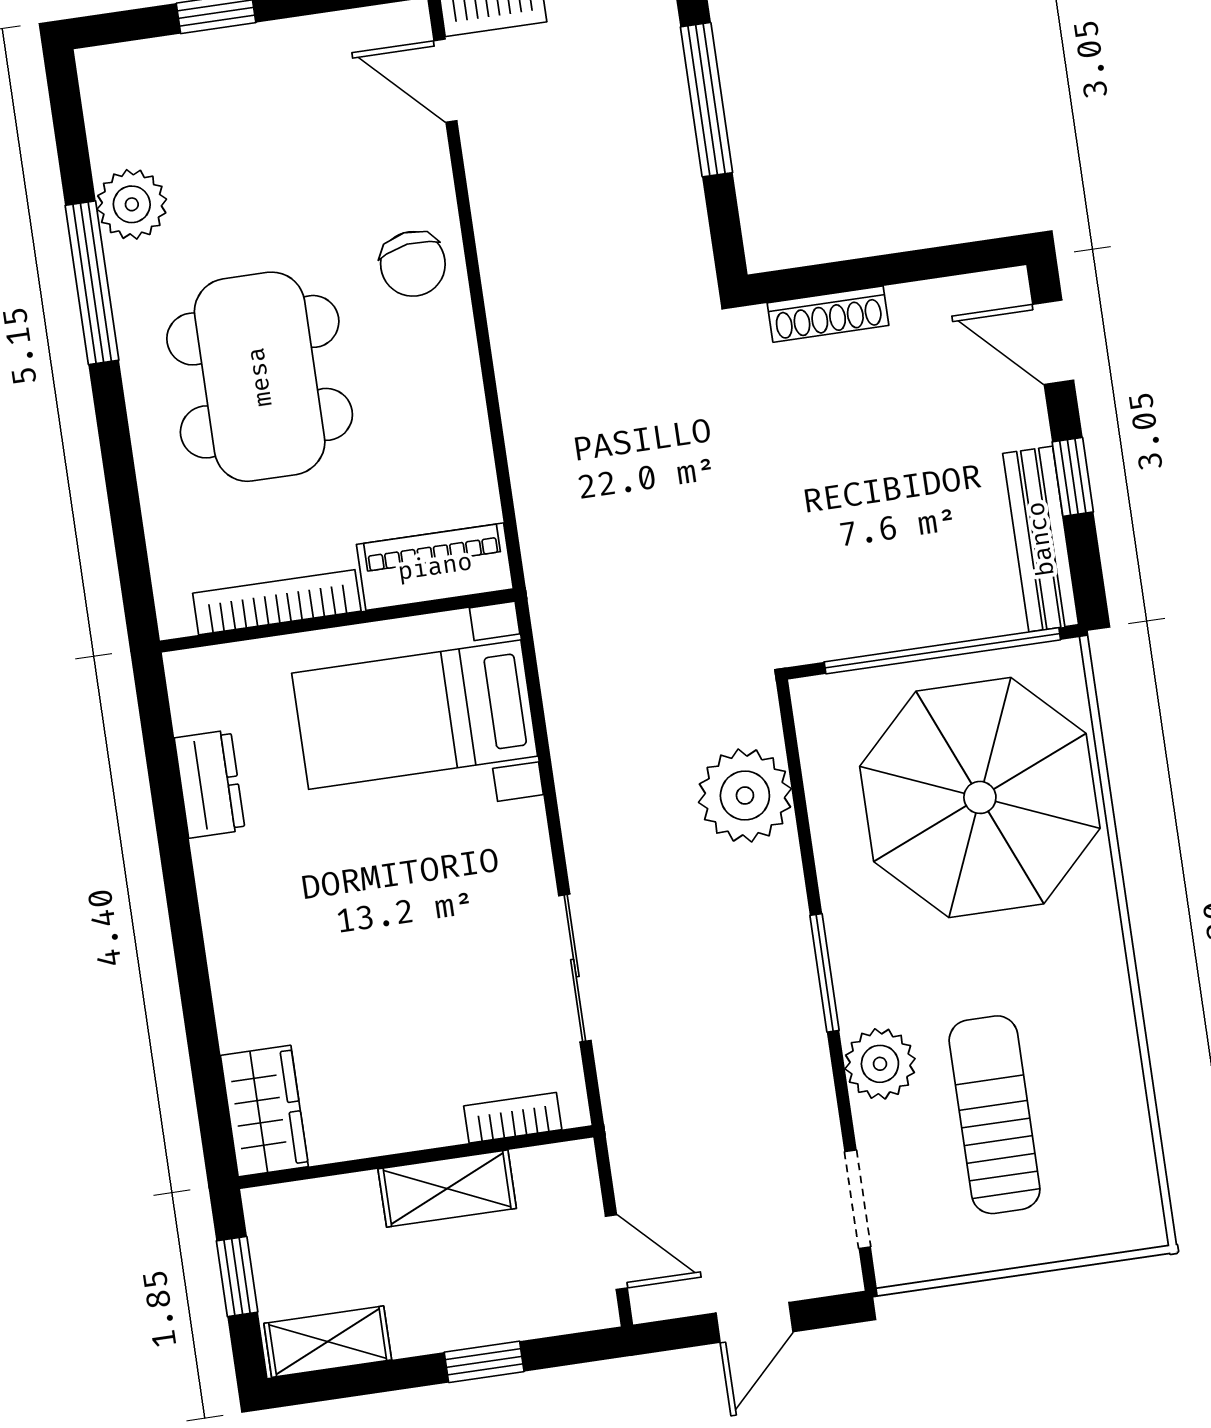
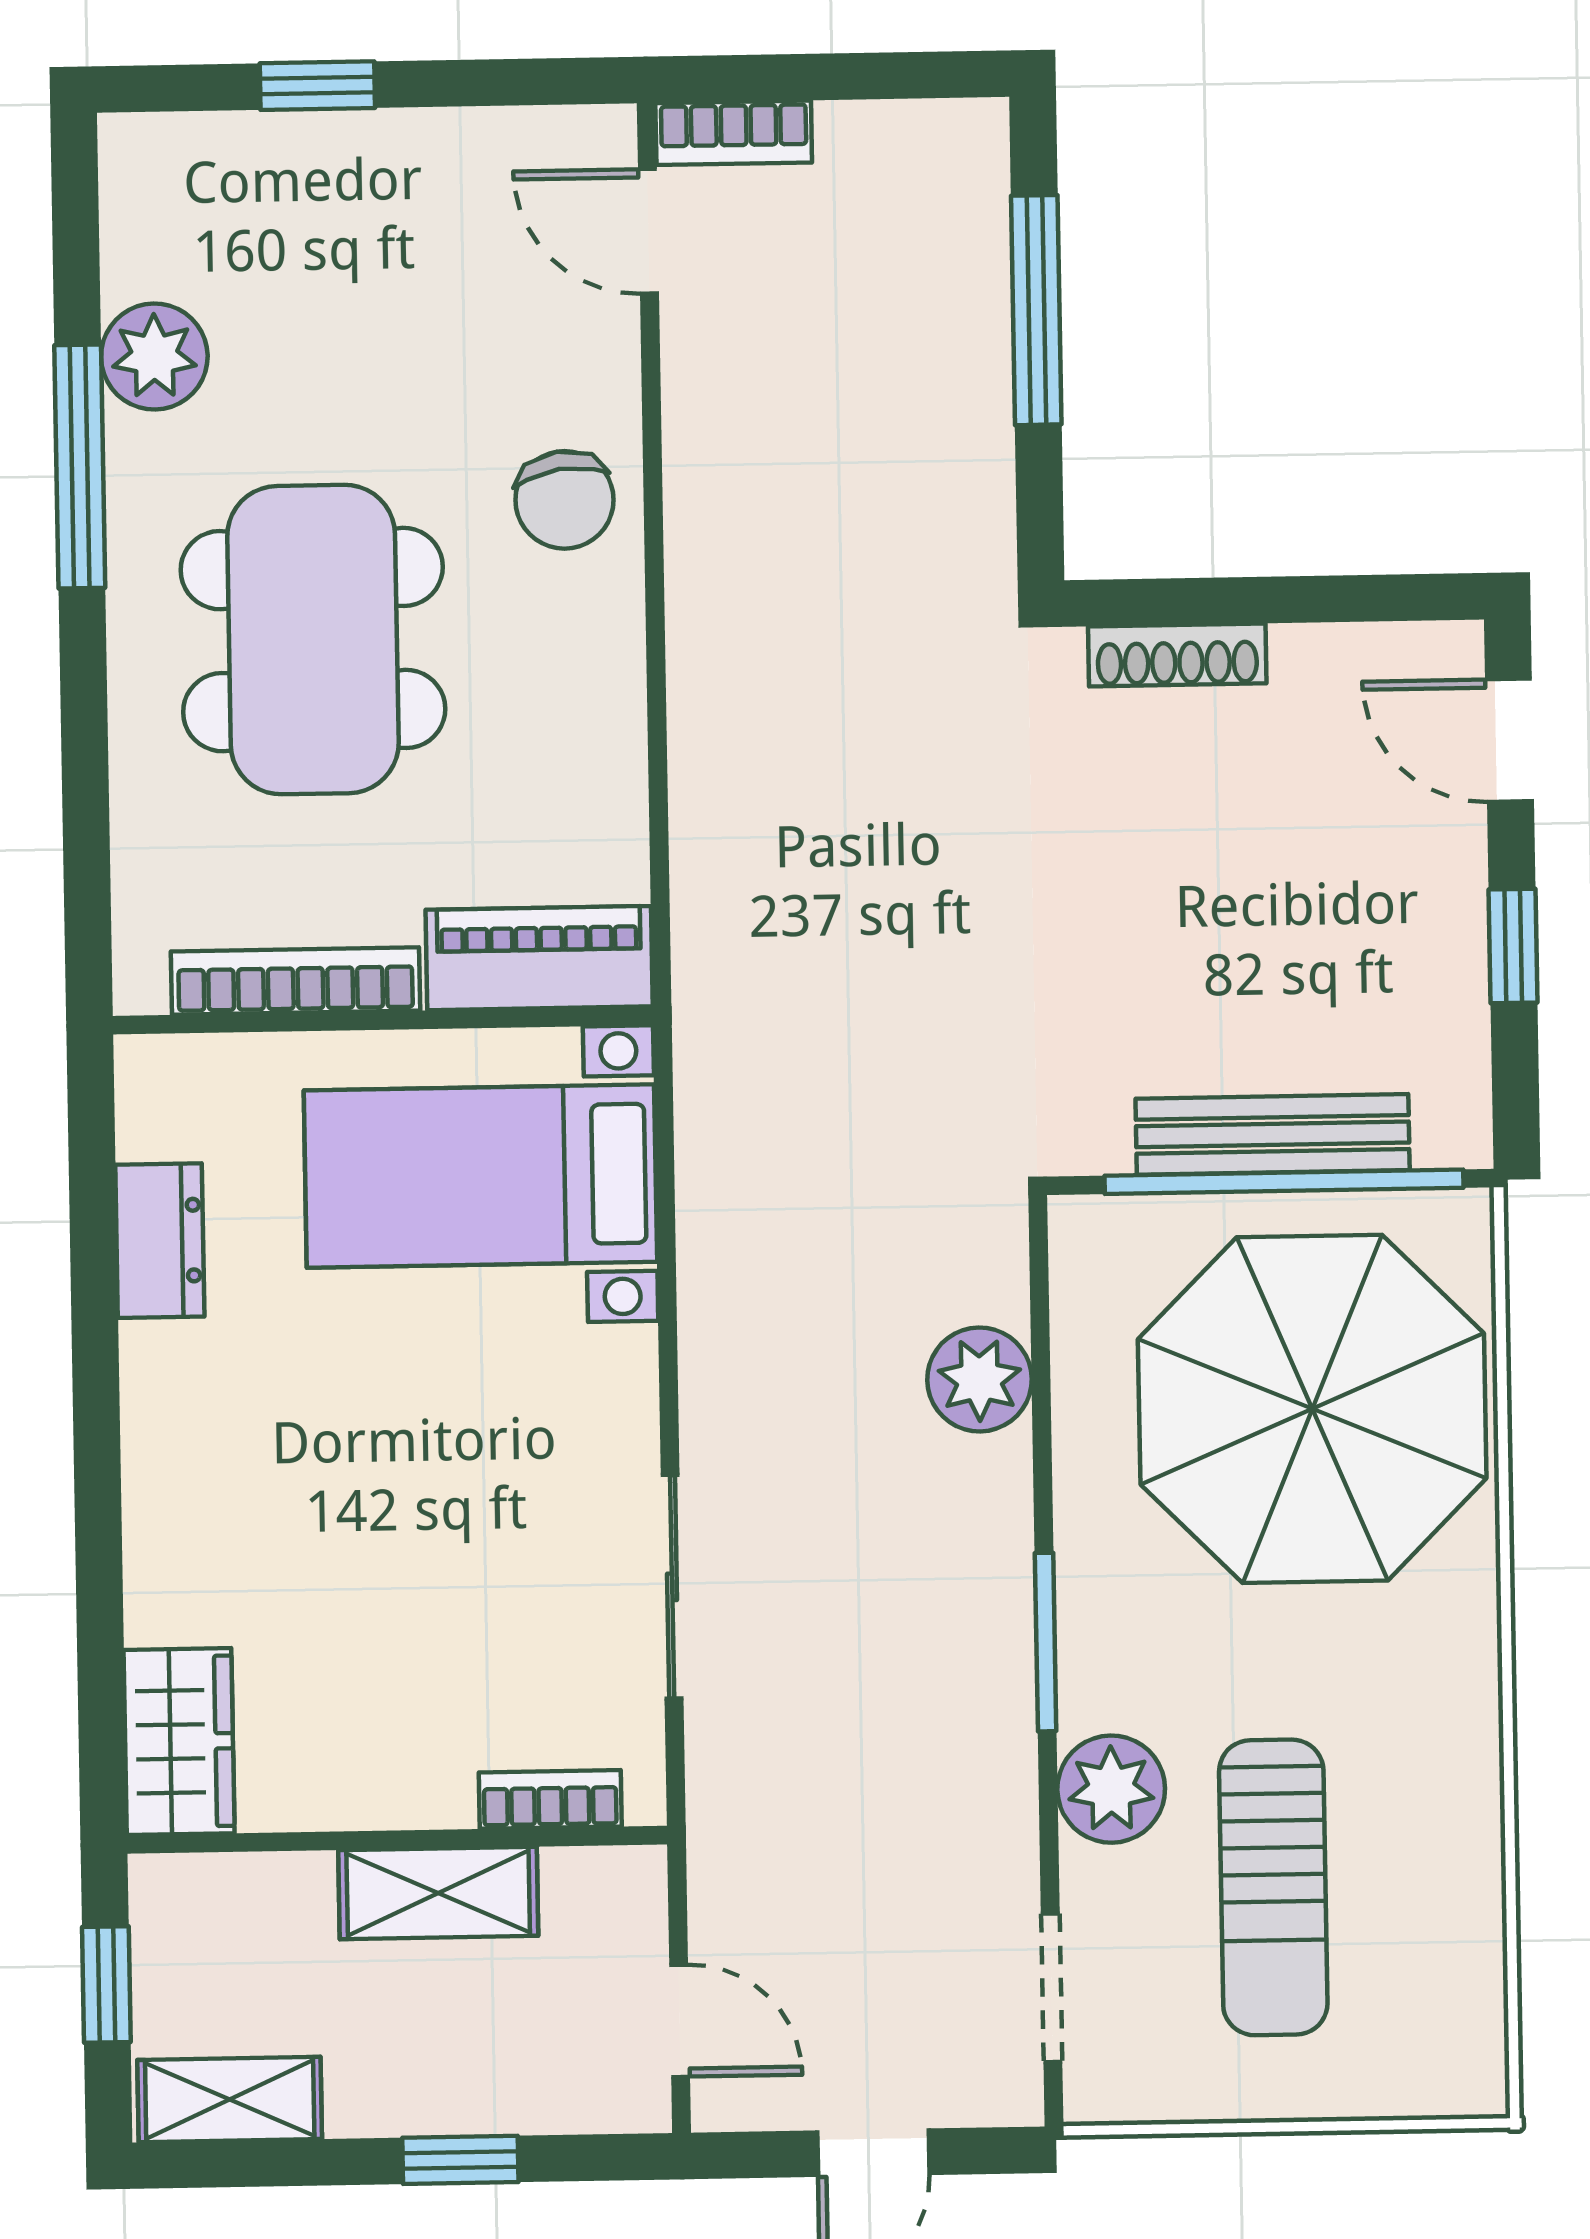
bench: (1041, 539) -> (1273, 1134), moved, turned 90
plant: (745, 795) -> (980, 1379), width x0.73, depth x0.73
sun lounger: (995, 1115) -> (1273, 1887), turned 180

